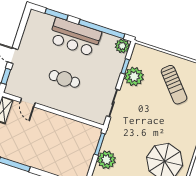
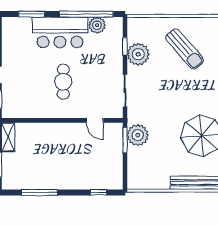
plant: (122, 46) -> (97, 25), moved
cafe table: (64, 79) -> (63, 82), turned 90
door: (28, 103) -> (95, 120), moved
plant: (106, 160) -> (138, 135), moved

